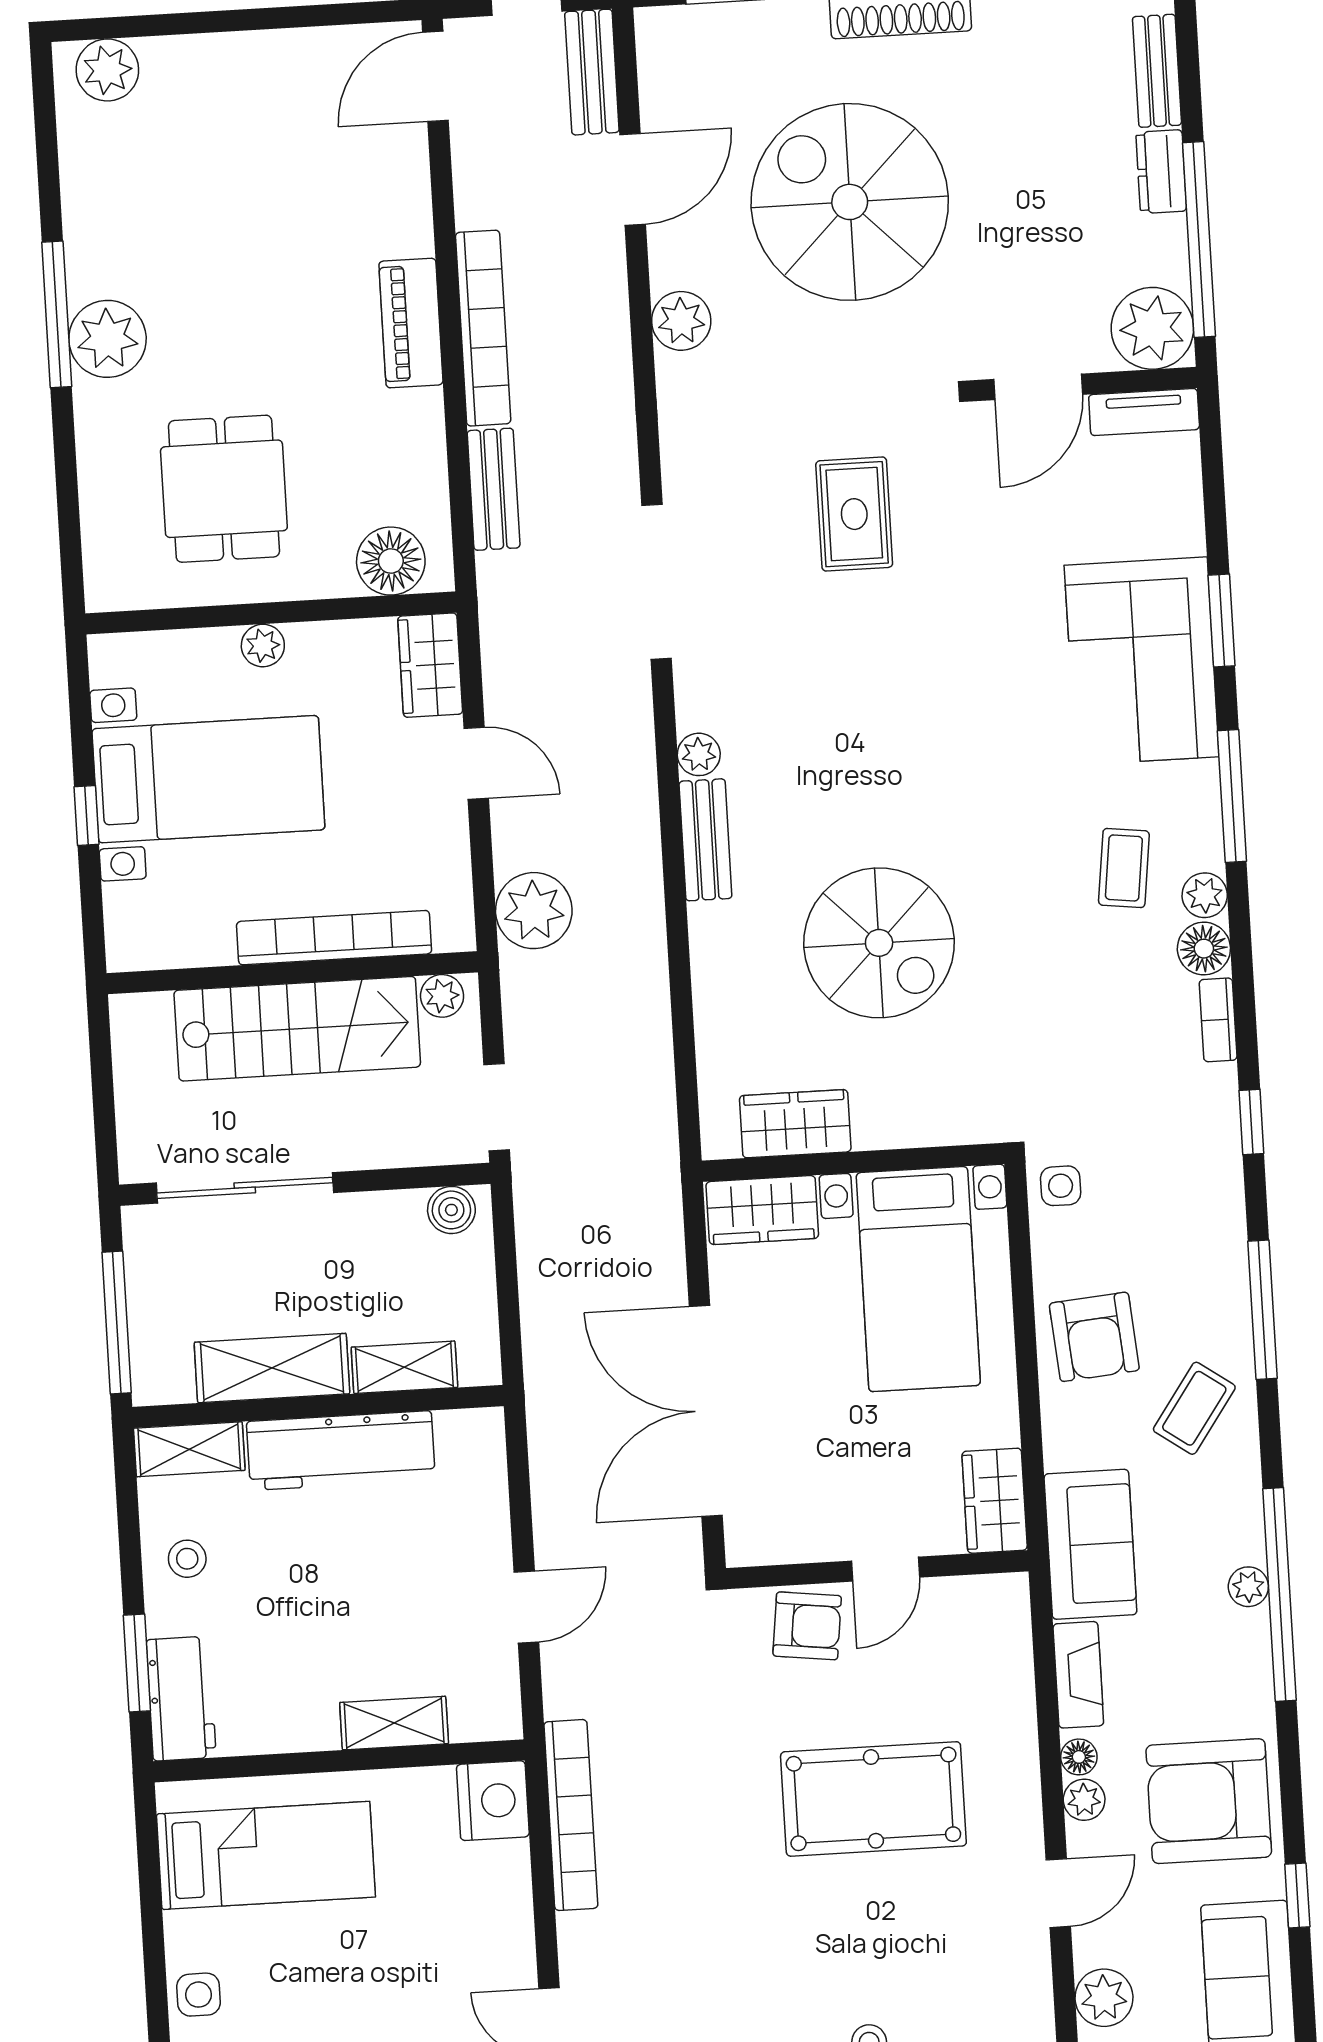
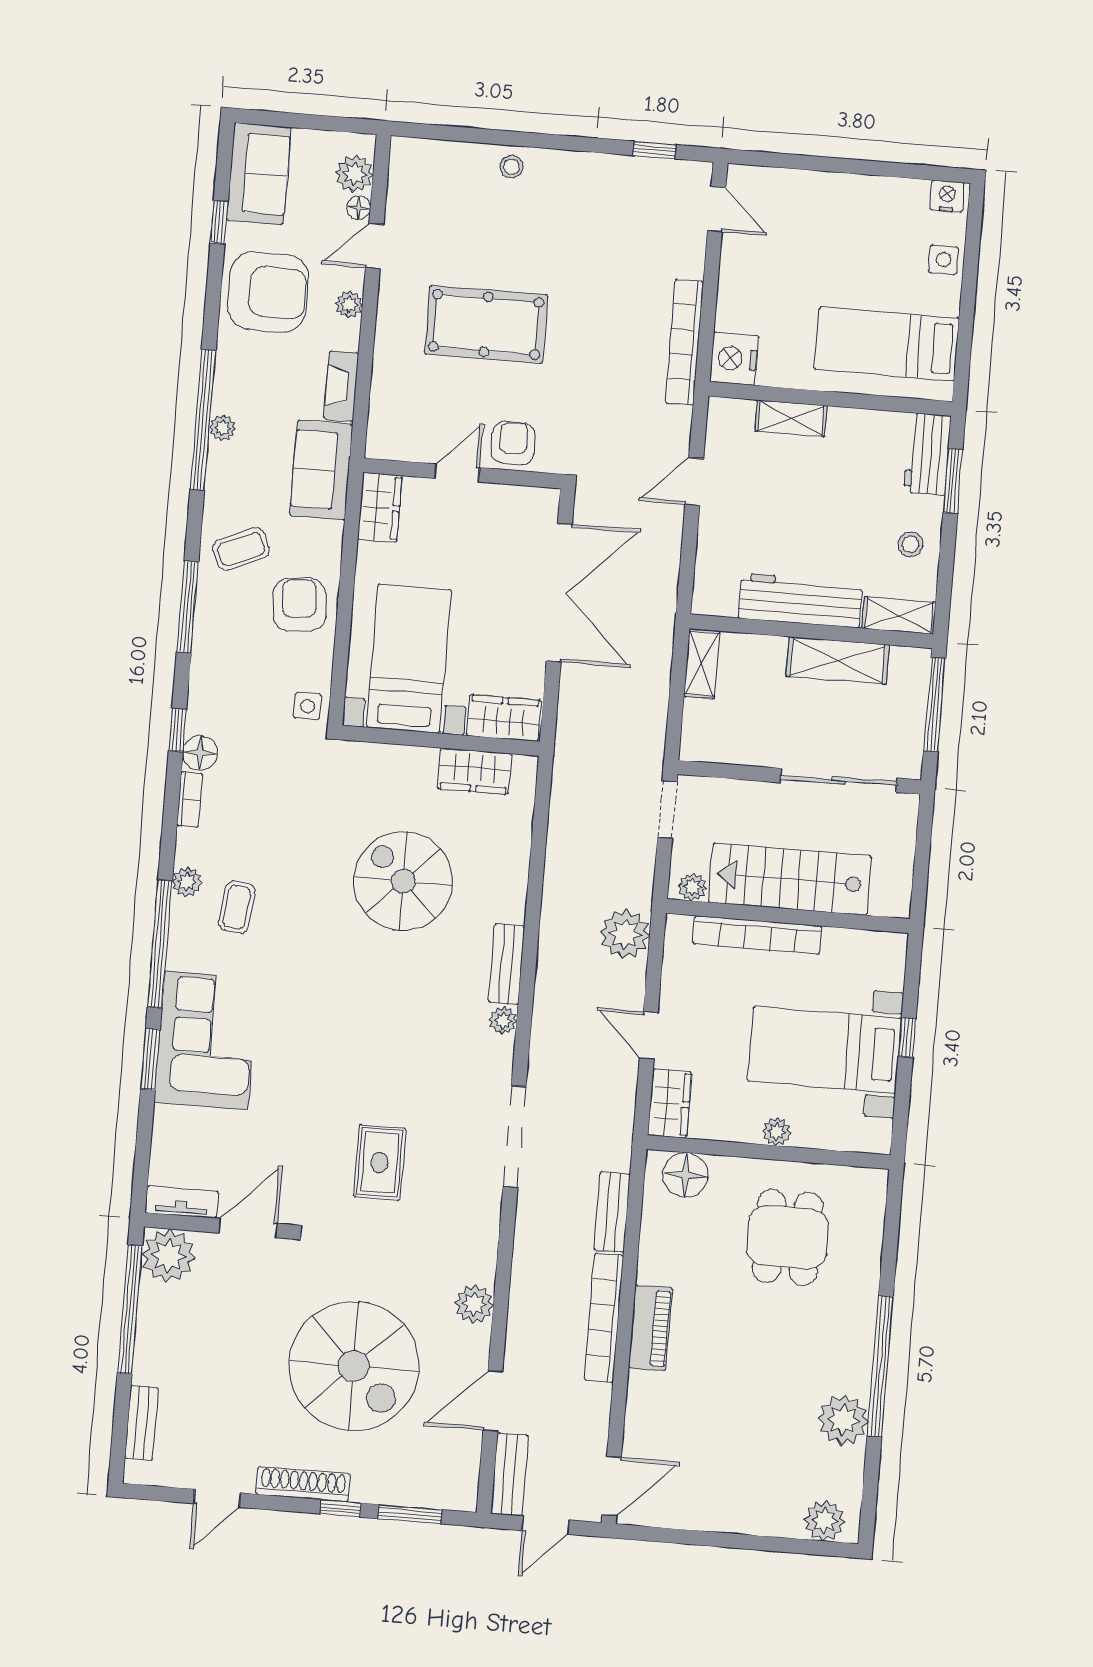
dresser: (1161, 172) -> (148, 1357), removed
window: (57, 314) -> (880, 1366), width x1.46
plant: (107, 339) -> (843, 1420), moved
window: (1232, 796) -> (160, 944), width x1.46
floor lamp: (1204, 949) -> (200, 753), moved
boiler: (451, 1210) -> (706, 747), removed
shelving: (404, 1367) -> (702, 664), moved, turned 90
coffee table: (1194, 1408) -> (241, 549), turned 31
armchair: (807, 1626) -> (513, 443), turned 83
floor lamp: (1079, 1757) -> (359, 208), moved

